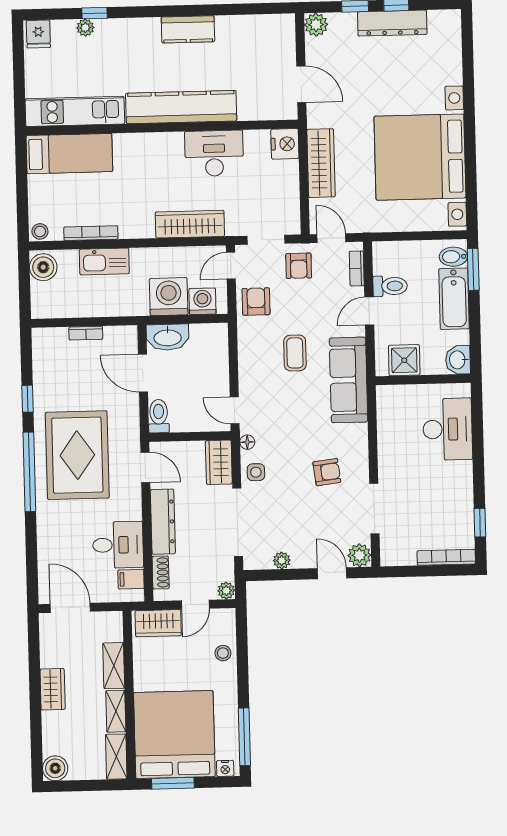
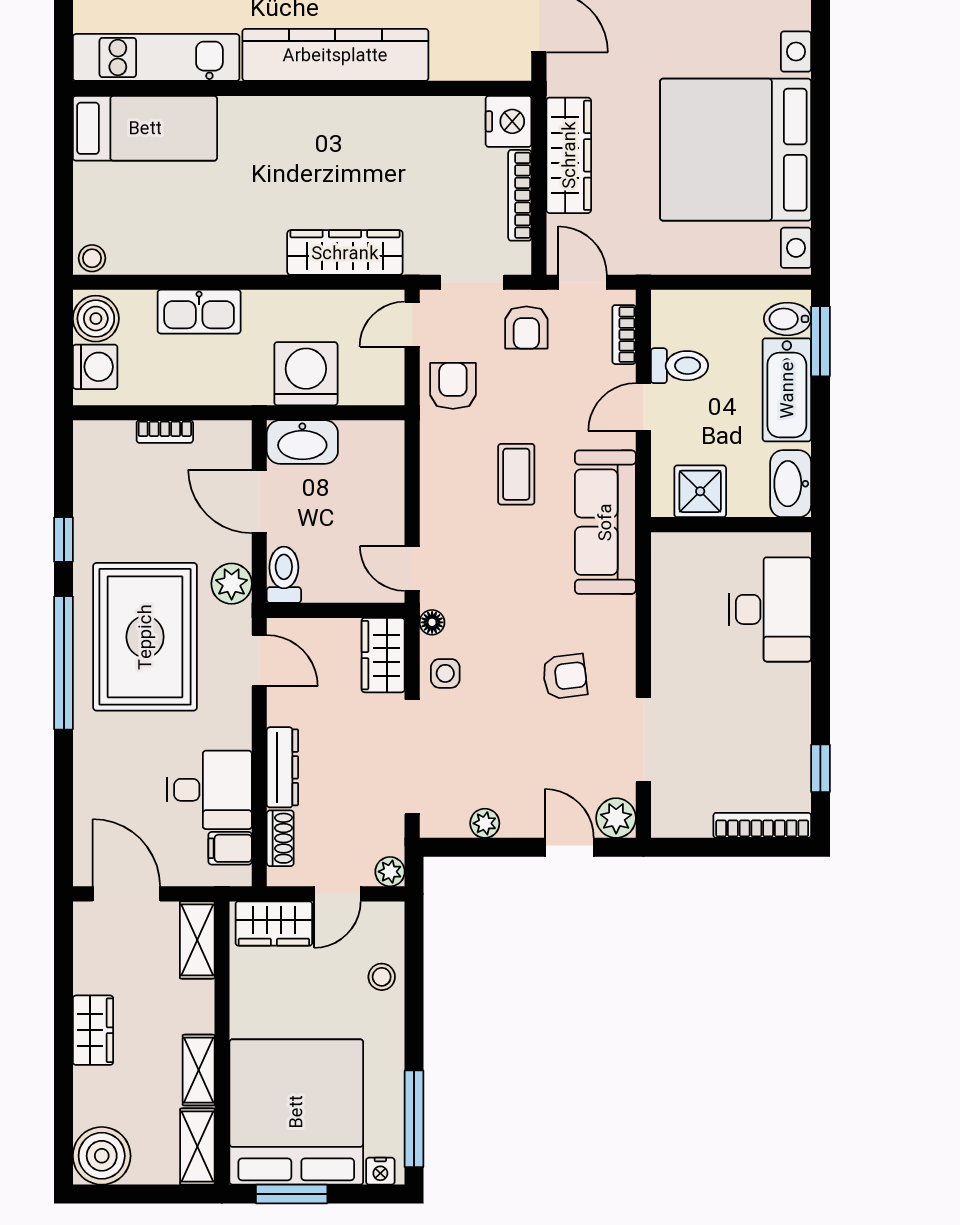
desk: (214, 153) -> (389, 134), removed
bookcase: (91, 233) -> (520, 195), moved, turned -90
washing machine: (202, 301) -> (95, 367), moved, turned 90
washbasin: (458, 360) -> (791, 484), width x1.38
plant: (128, 422) -> (232, 584), added
dresser: (163, 522) -> (282, 767), width x0.73, depth x0.80
shelving: (114, 666) -> (197, 940), moved
boiler: (55, 768) -> (102, 1156), width x1.37, depth x1.37

